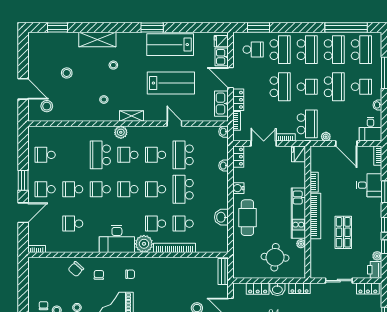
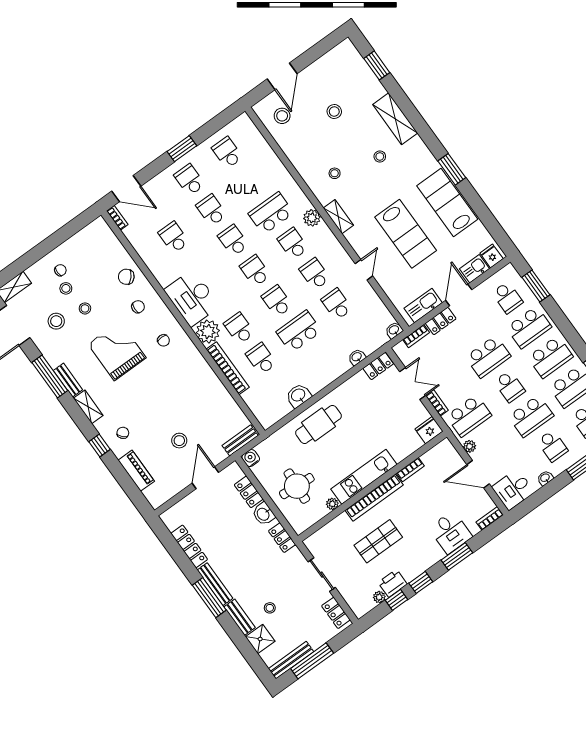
door: (346, 144) -> (478, 474), hinge flipped
school desk: (183, 155) -> (337, 304), width x0.54
water cooler: (238, 188) -> (251, 458), moved
door: (23, 213) -> (126, 189), moved
printer: (375, 270) -> (393, 583), moved

